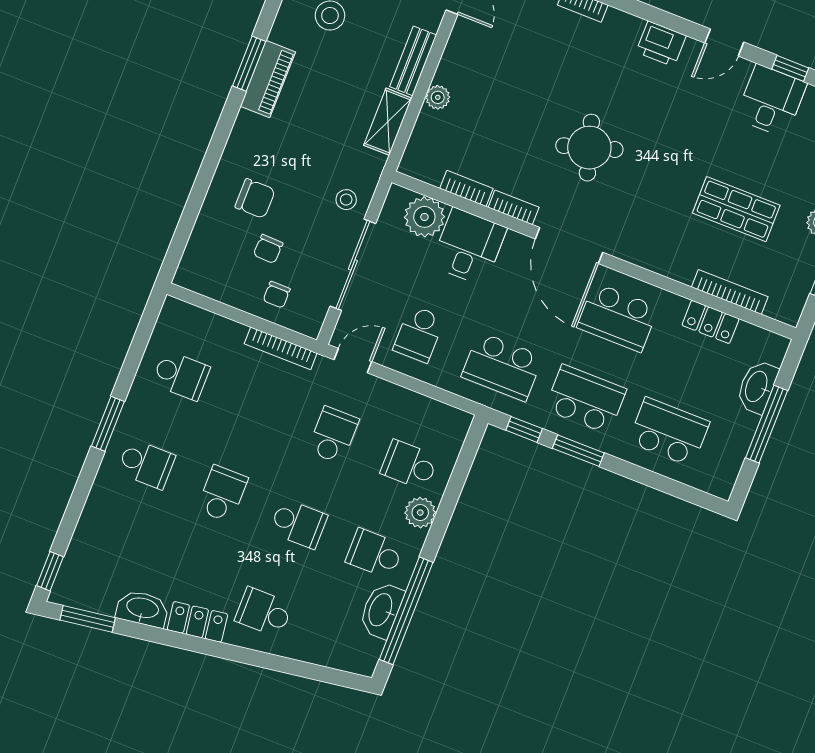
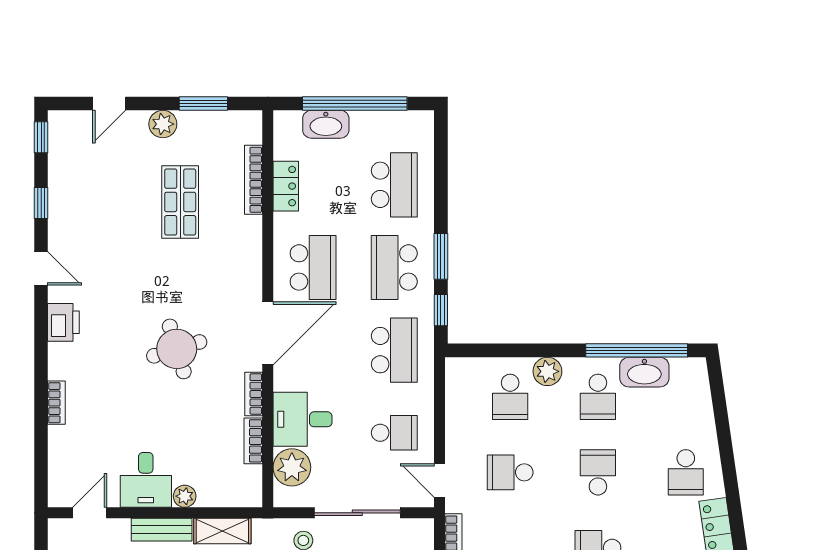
desk: (771, 101) -> (146, 480), moved, turned -90
window: (767, 424) -> (355, 103), width x1.46
school desk: (669, 432) -> (394, 185), turned 180

